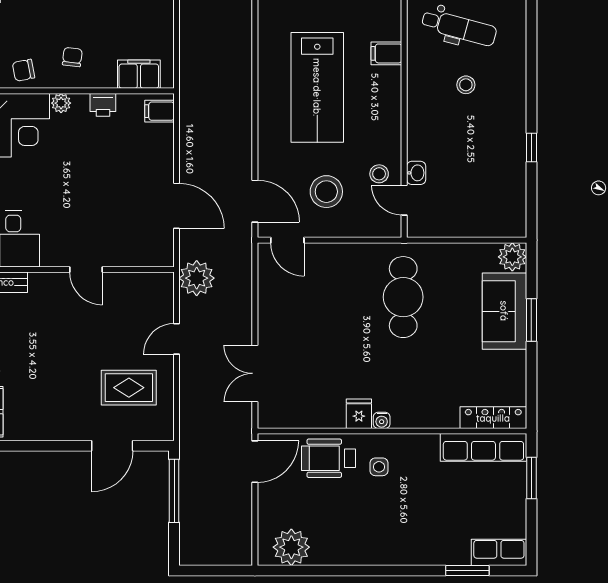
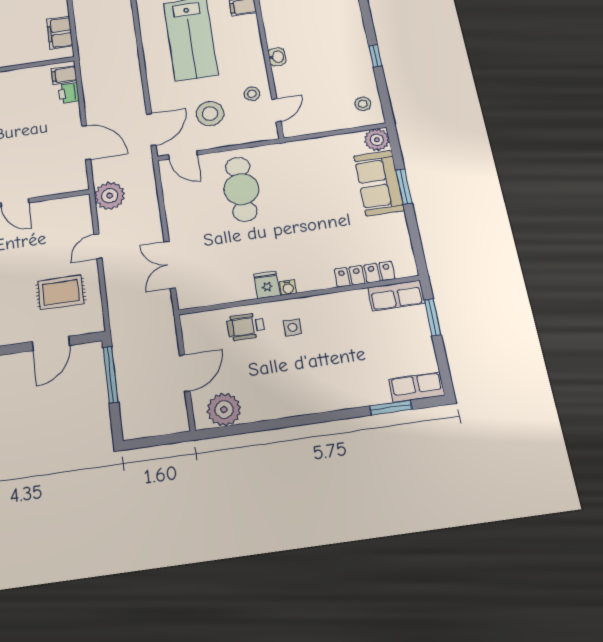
filing cabinet: (139, 74) -> (60, 33), moved, turned -90
stool: (466, 85) -> (363, 104), moved
printer: (103, 105) -> (69, 93), moved, turned 90
washbasin: (416, 173) -> (277, 57), moved
door: (404, 200) -> (276, 110), swing flipped
door: (255, 201) -> (151, 129), hinge flipped
cafe table: (403, 297) -> (241, 189), moved
locker: (493, 418) -> (365, 274), moved
row of seats: (483, 447) -> (396, 296), width x0.68
wheelchair: (329, 458) -> (246, 326), width x0.73, depth x0.73
door: (255, 462) -> (185, 373), moved

